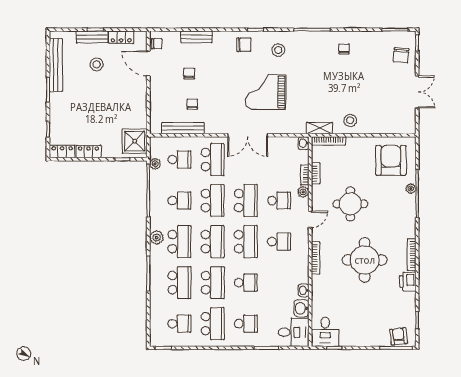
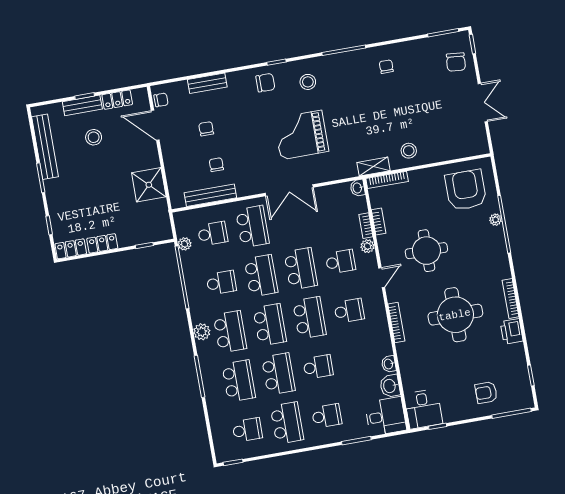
shower: (135, 141) -> (149, 185), moved
armchair: (399, 336) -> (486, 393), moved, turned -83

